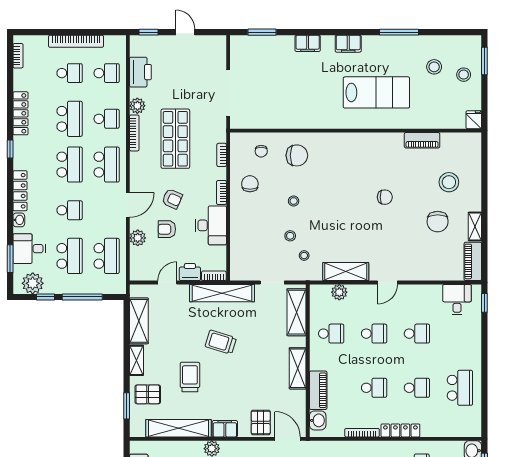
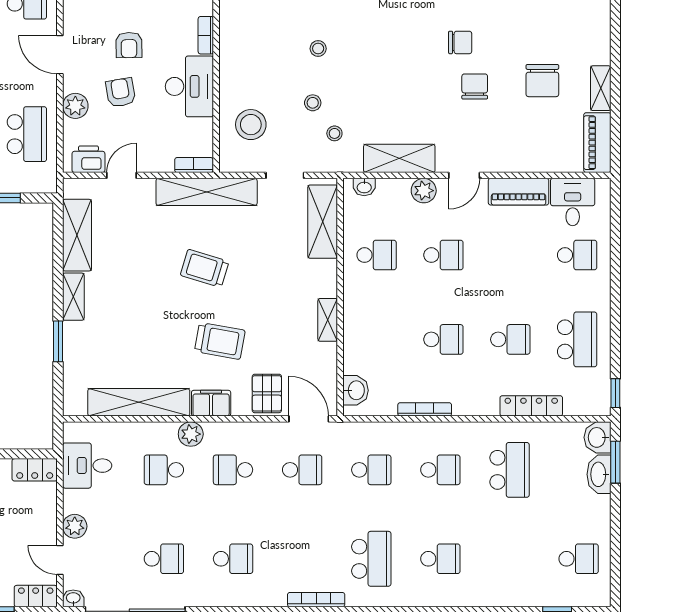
stool: (449, 182) -> (251, 125), moved
chair: (250, 184) -> (475, 87), moved
armchair: (172, 199) -> (129, 45), turned 65
door: (128, 205) -> (60, 55), swing flipped
armchair: (167, 229) -> (121, 92), turned 80
printer: (190, 272) -> (88, 159), moved
washbasin: (323, 290) -> (364, 187), added
plant: (339, 292) -> (424, 191), moved
window: (484, 303) -> (615, 393), moved
school desk: (417, 334) -> (577, 255), moved
shelving: (298, 368) -> (328, 320), width x0.67, depth x0.75
trolley: (190, 377) -> (220, 341), moved, turned 100
piano: (318, 390) -> (519, 192), moved, turned 90
pallet: (148, 394) -> (91, 350), removed
window: (127, 406) -> (58, 341), moved
locker: (400, 430) -> (531, 406), moved

